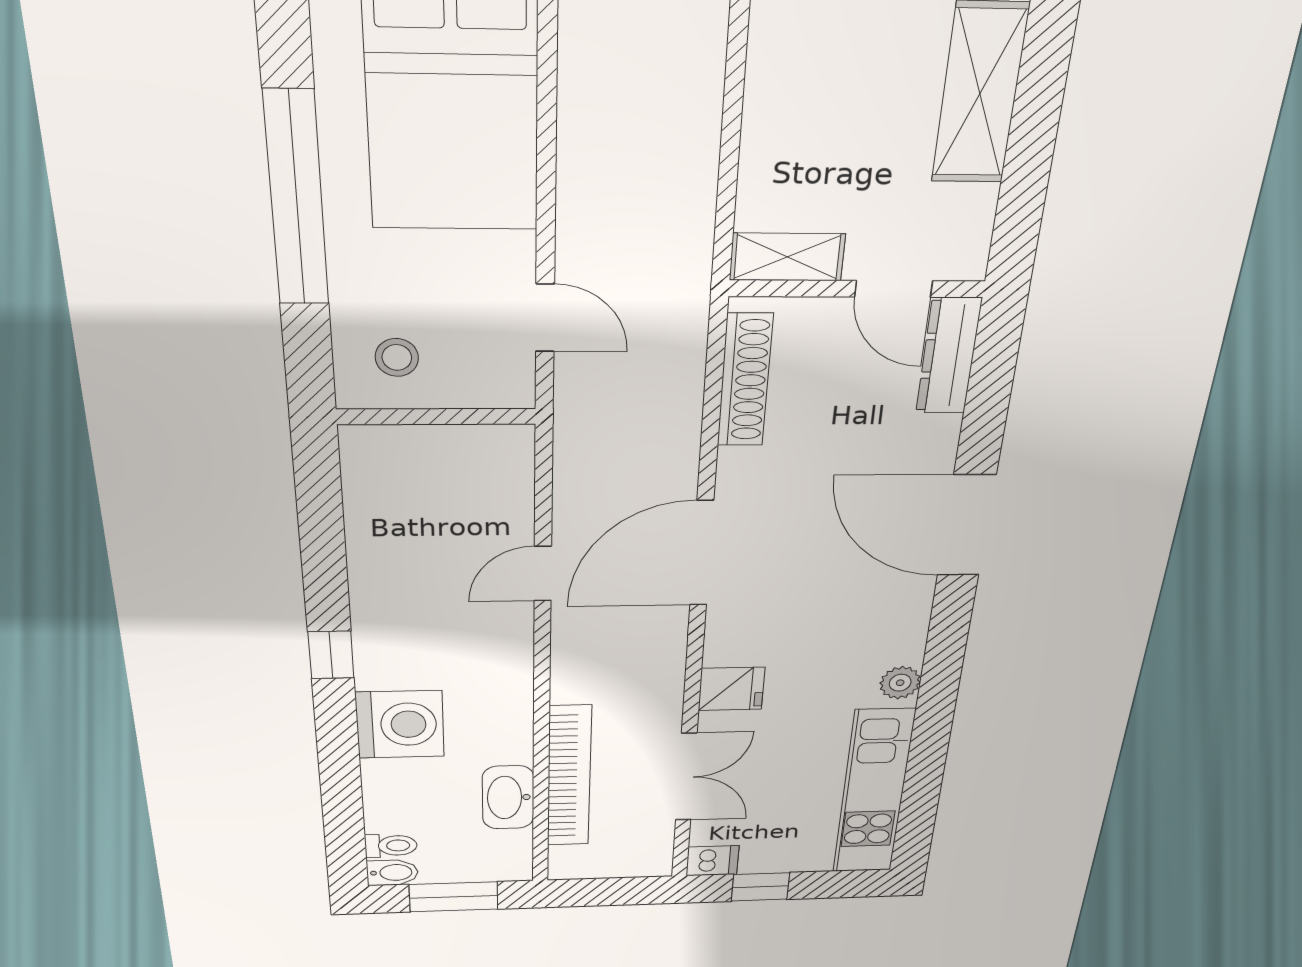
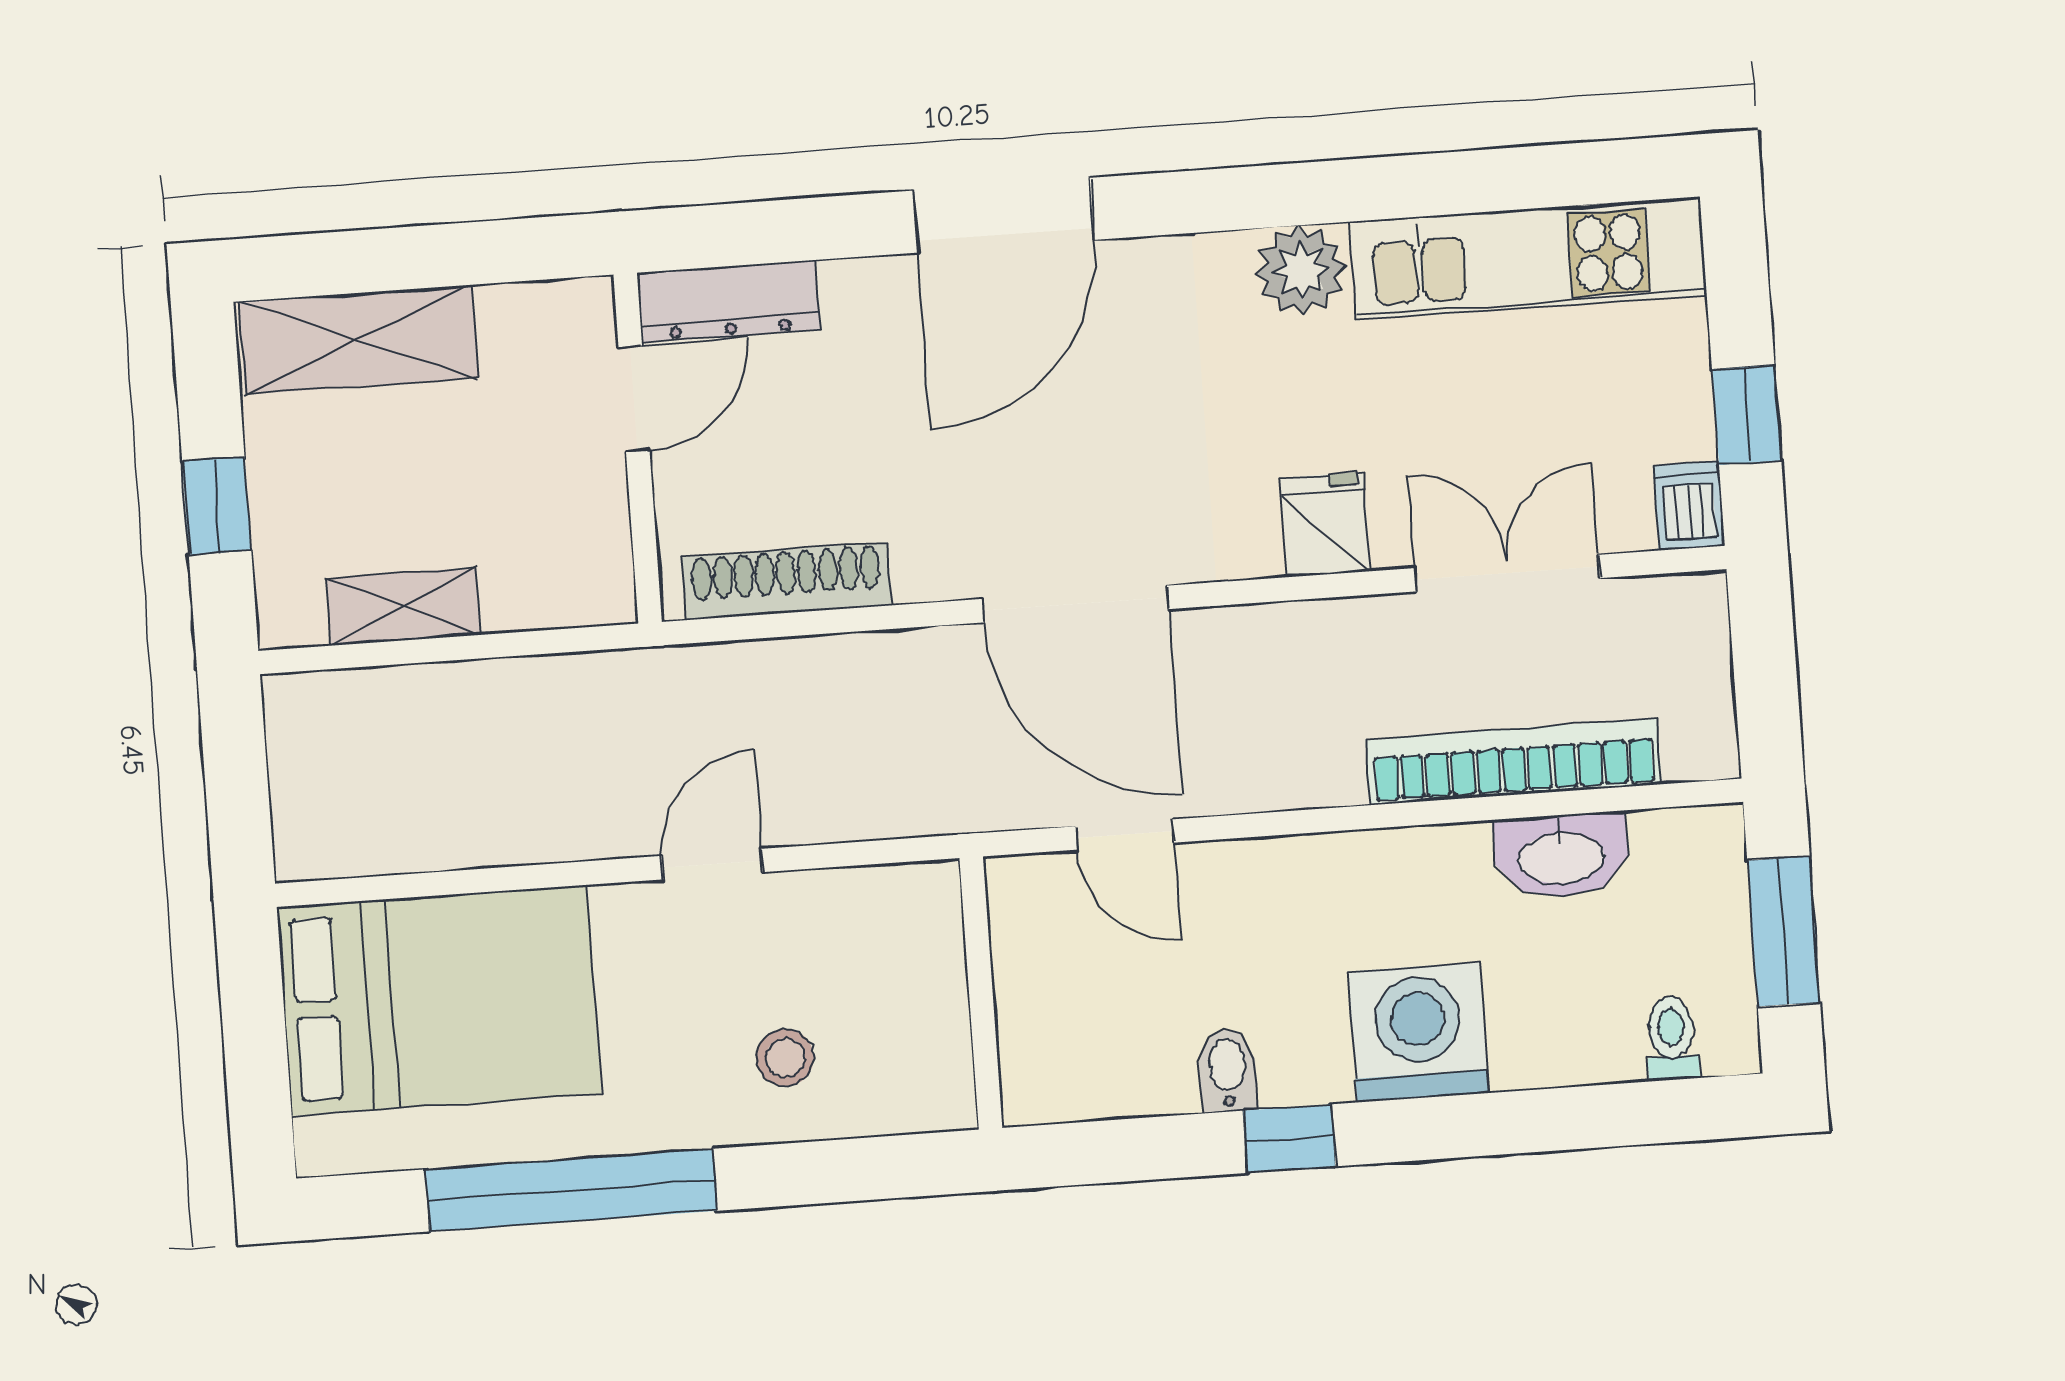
shelving: (787, 257) -> (403, 607), moved, turned 90
wall: (436, 417) -> (981, 993), moved
plant: (900, 683) -> (1301, 270), width x1.38, depth x1.38
bidet: (392, 873) -> (1227, 1070), moved

